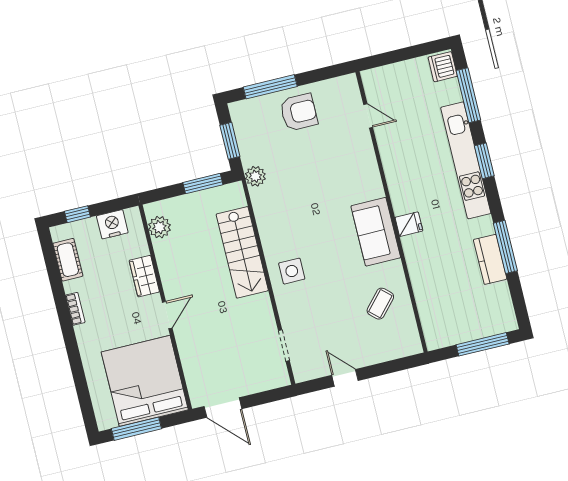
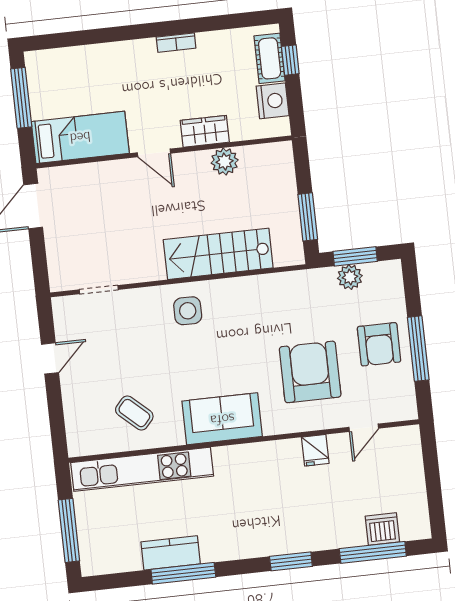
dishwasher: (443, 67) -> (382, 529), moved
window: (270, 87) -> (418, 349), moved
kitchen unit: (466, 160) -> (142, 469), moved, turned 180
armchair: (328, 165) -> (310, 372), added
plant: (255, 176) -> (350, 277), moved
fridge: (409, 224) -> (315, 450), moved
plant: (159, 227) -> (225, 162), moved
cot: (68, 260) -> (270, 58), moved, turned 90
bed: (145, 381) -> (80, 137), width x0.49

